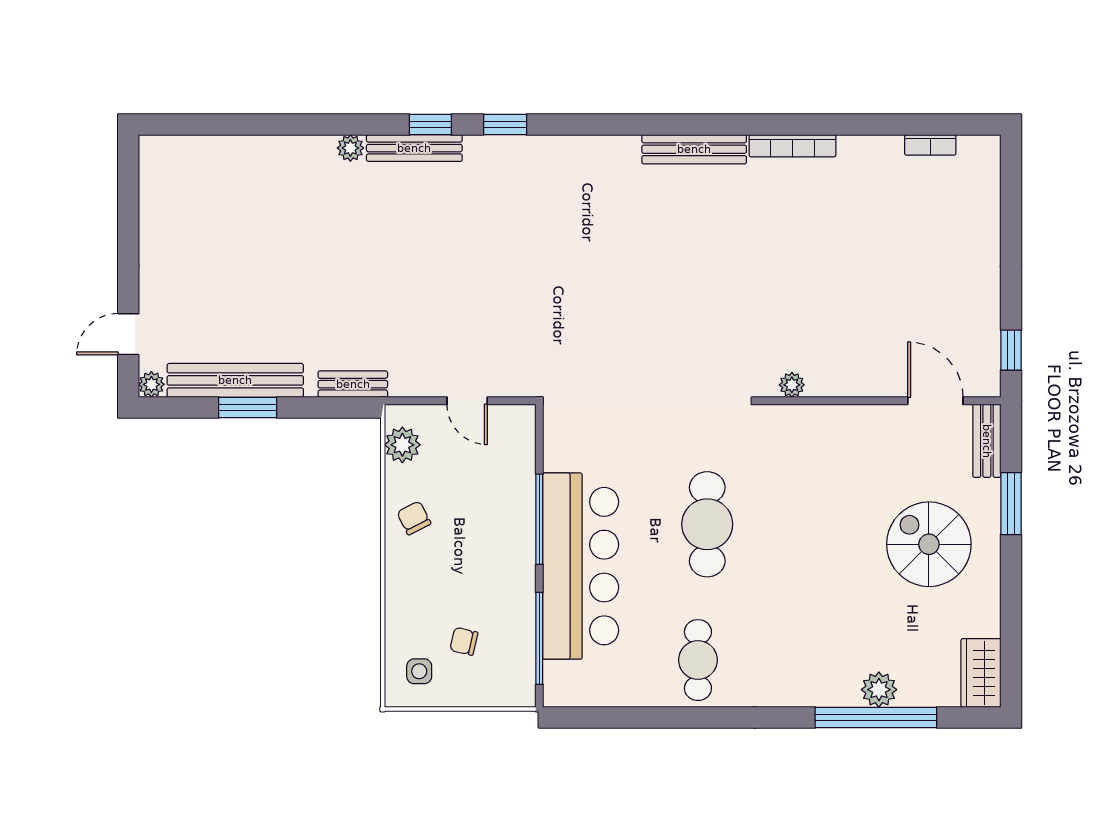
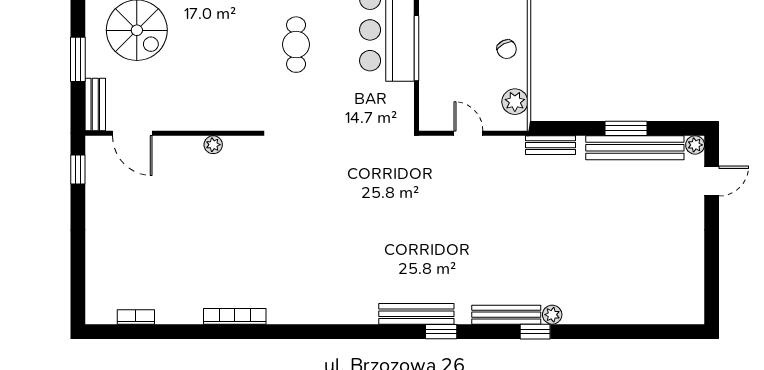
window: (430, 125) -> (535, 332), moved
bench: (694, 149) -> (416, 314), moved
plant: (792, 385) -> (213, 145), moved
cafe table: (707, 524) -> (296, 45), width x0.73, depth x0.74

